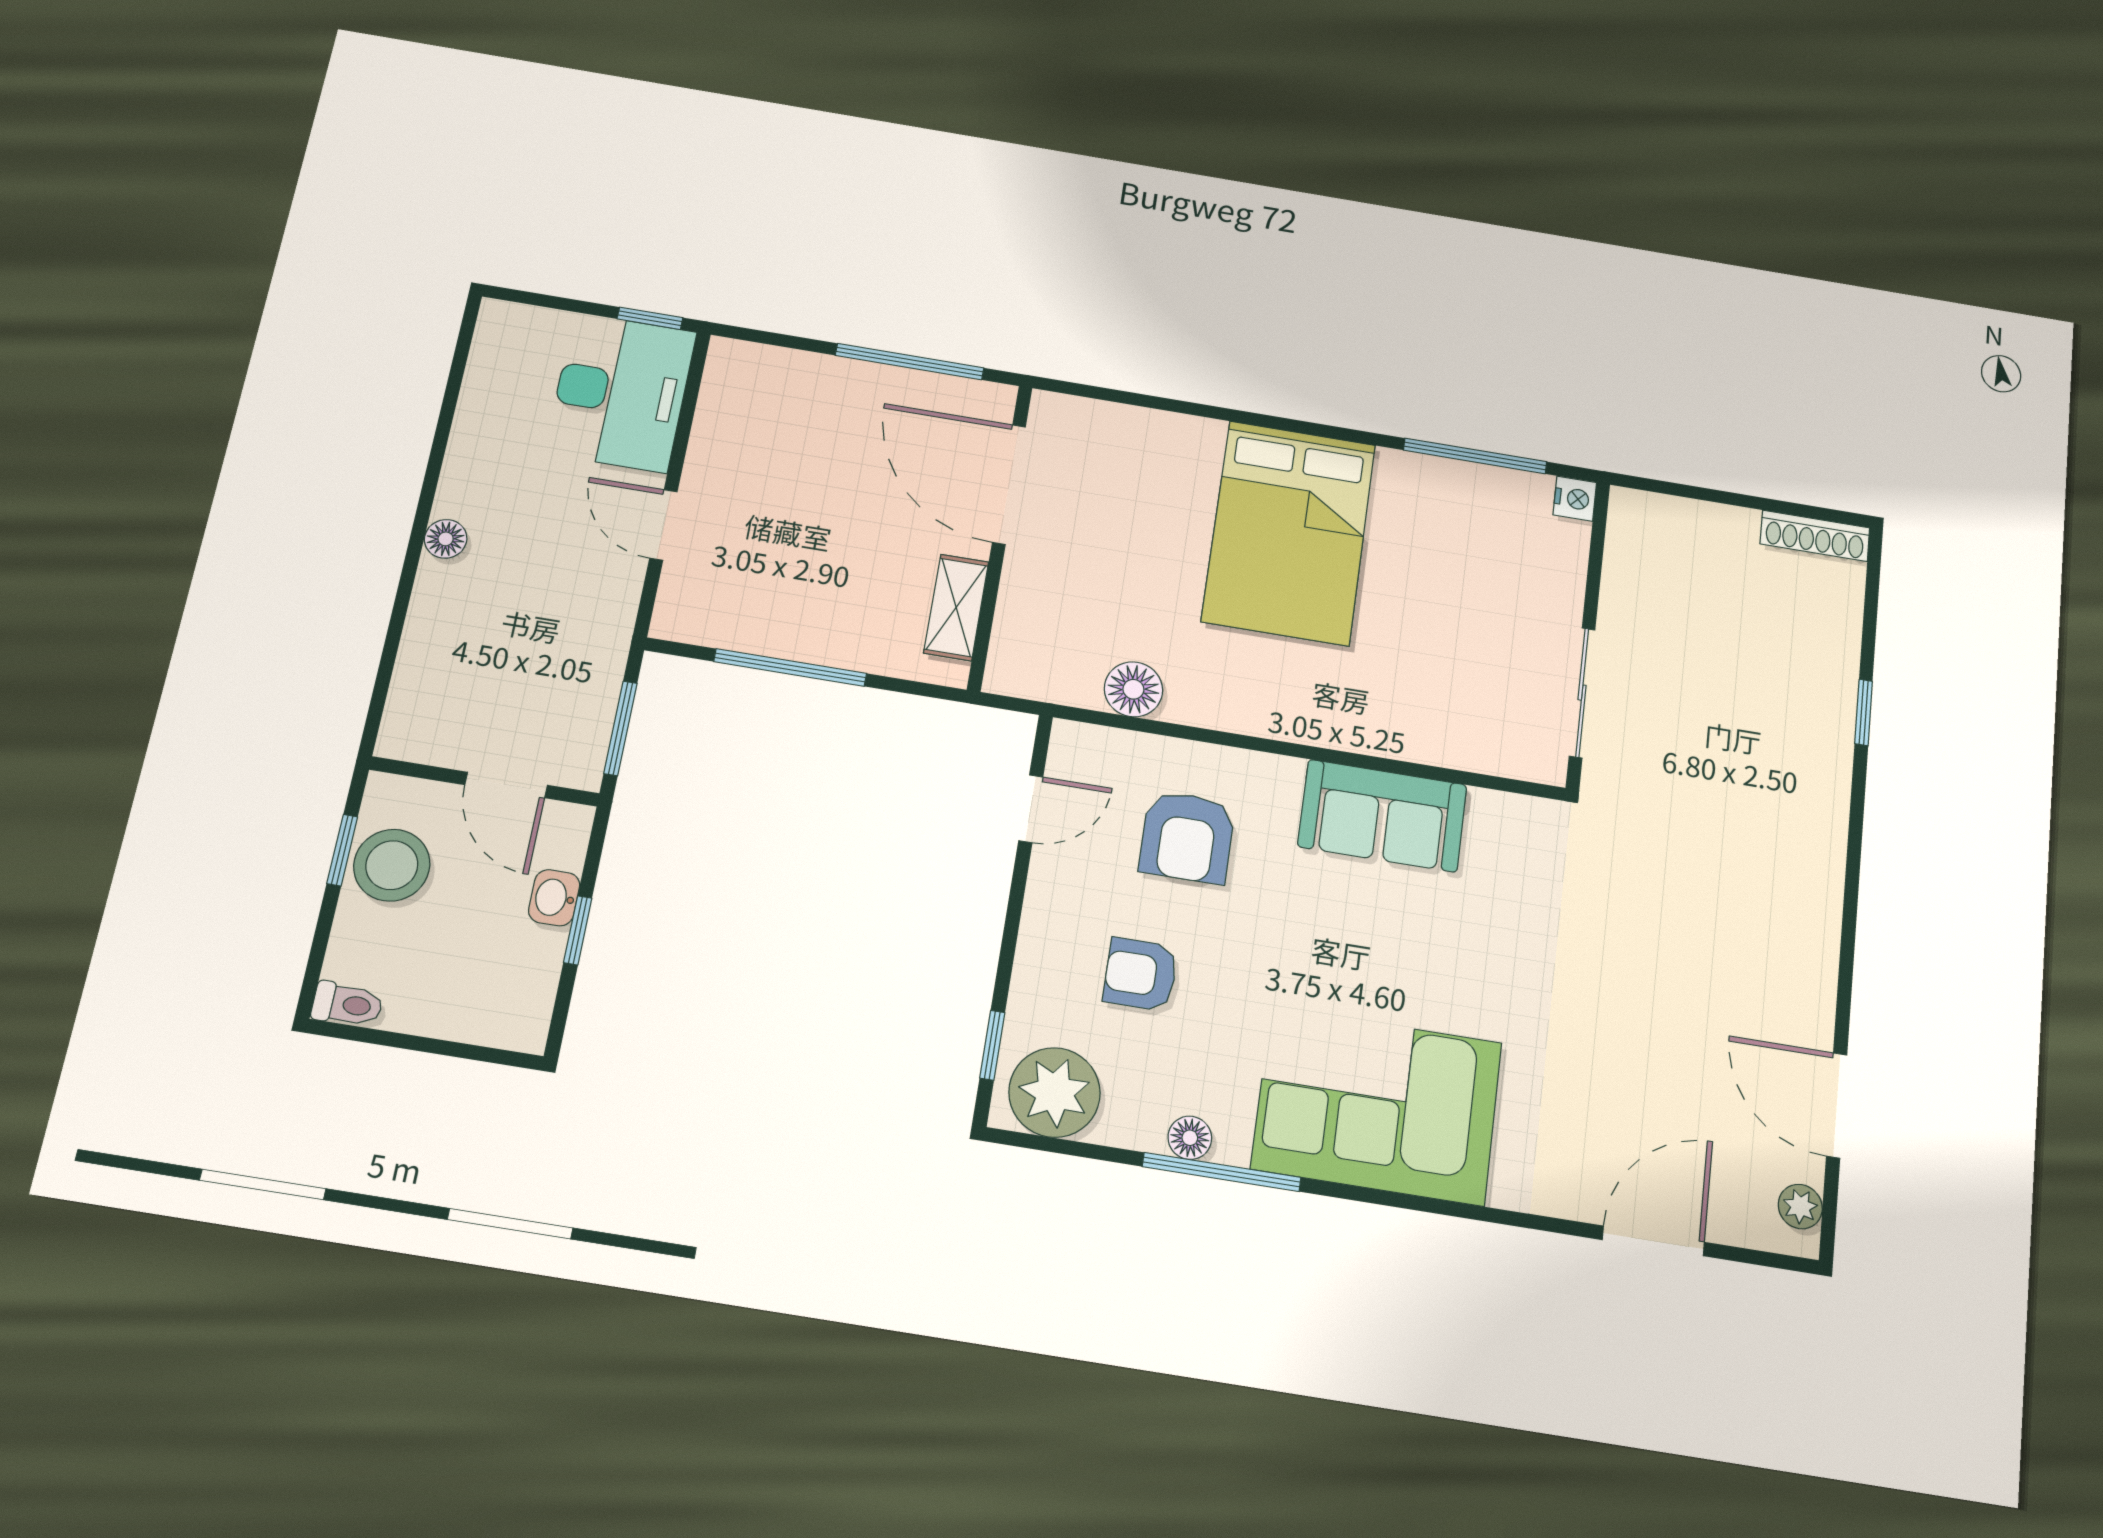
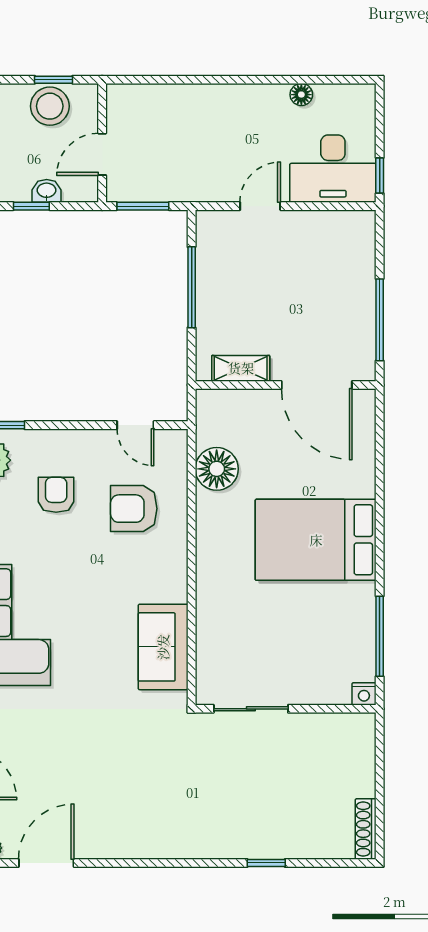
door: (1009, 484) -> (317, 385), swing flipped
floor lamp: (446, 539) -> (301, 95), moved
floor lamp: (1133, 689) -> (217, 469), width x1.38, depth x1.38
sofa: (1382, 816) -> (163, 647), moved

